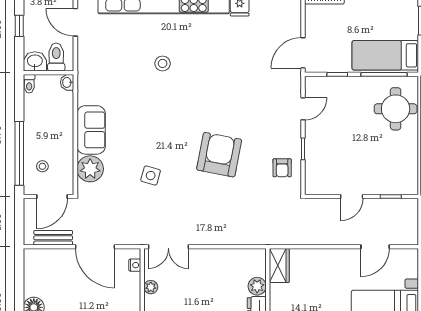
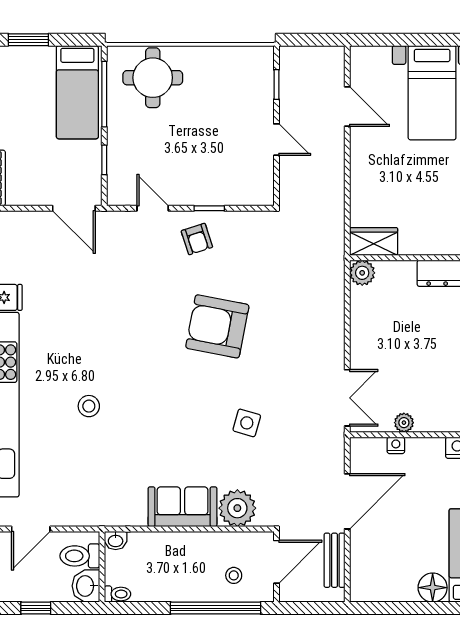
armchair: (282, 168) -> (197, 239), moved, turned 72
door: (52, 197) -> (276, 562), hinge flipped
nightstand: (135, 265) -> (396, 445), moved
plant: (257, 286) -> (362, 273), moved

